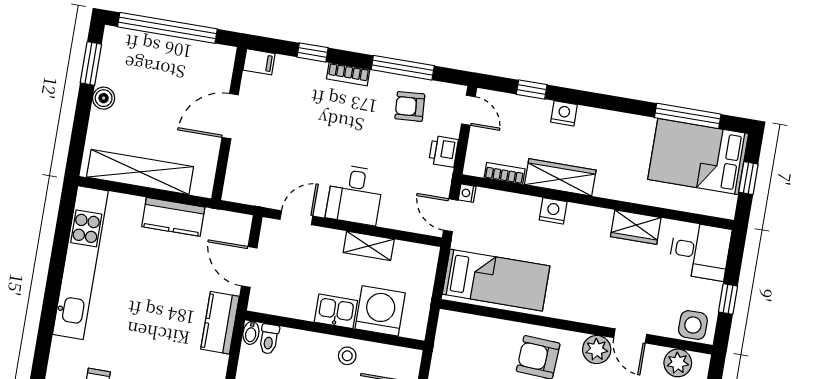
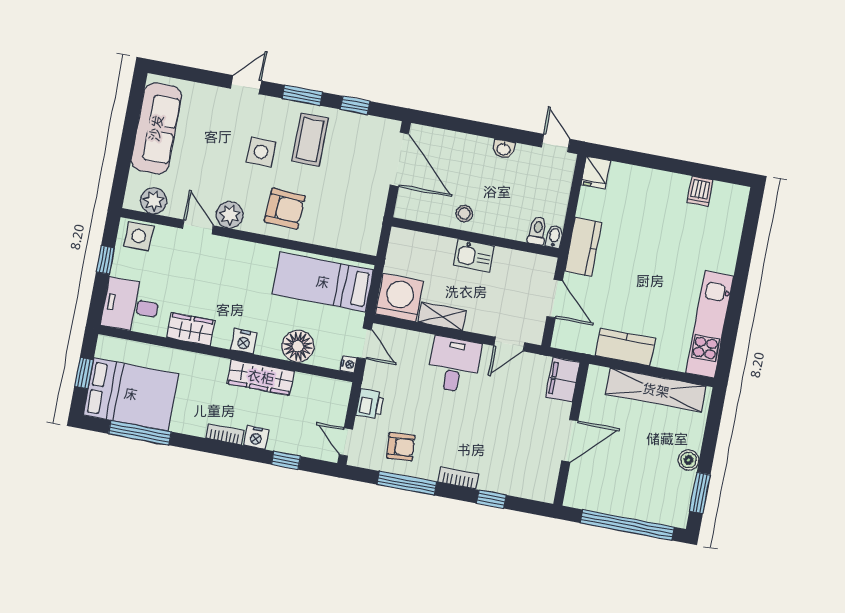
filing cabinet: (259, 62) -> (563, 380), moved, width x2.00
bookcase: (505, 173) -> (225, 434), moved, turned 180
floor lamp: (521, 211) -> (298, 346), added
nightstand: (553, 211) -> (244, 341), moved
kitchen unit: (80, 263) -> (710, 324), width x0.73
washing machine: (380, 311) -> (400, 298), moved, turned 180

